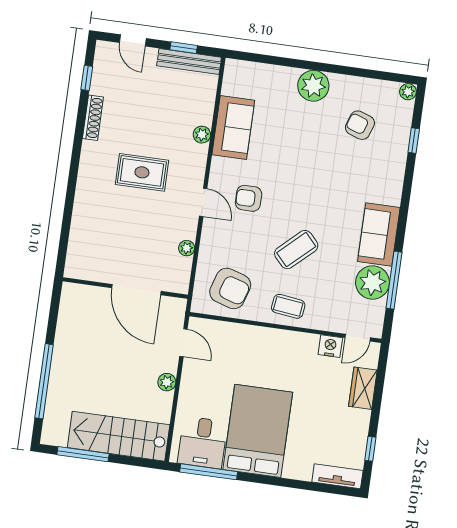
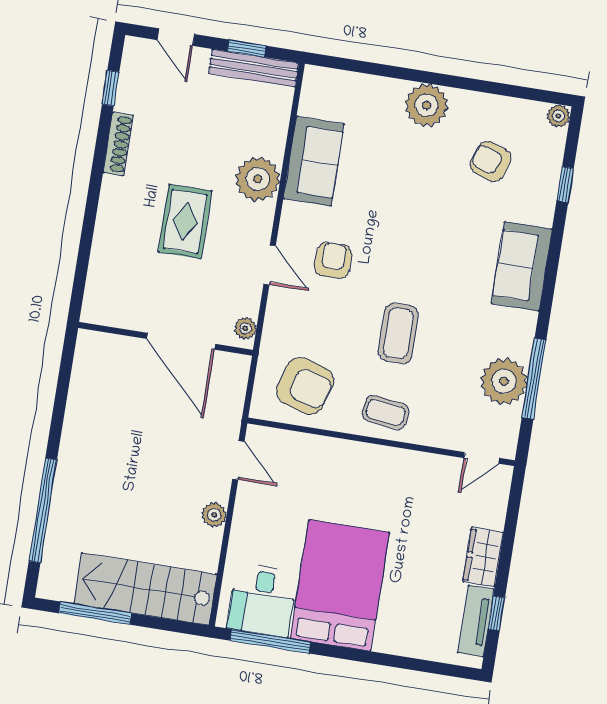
plant: (202, 135) -> (258, 179), width x1.88, depth x1.88
rug: (142, 172) -> (185, 221), turned 90
armchair: (249, 198) -> (333, 260), turned 90
sofa: (379, 235) -> (522, 266), moved
coffee table: (296, 250) -> (398, 333), turned -47
wall: (125, 288) -> (166, 339), moved
door: (136, 290) -> (181, 341), moved
nightstand: (330, 346) -> (443, 469), removed
wardrobe: (363, 388) -> (483, 557), moved
tv unit: (337, 476) -> (476, 621), moved, turned -90

